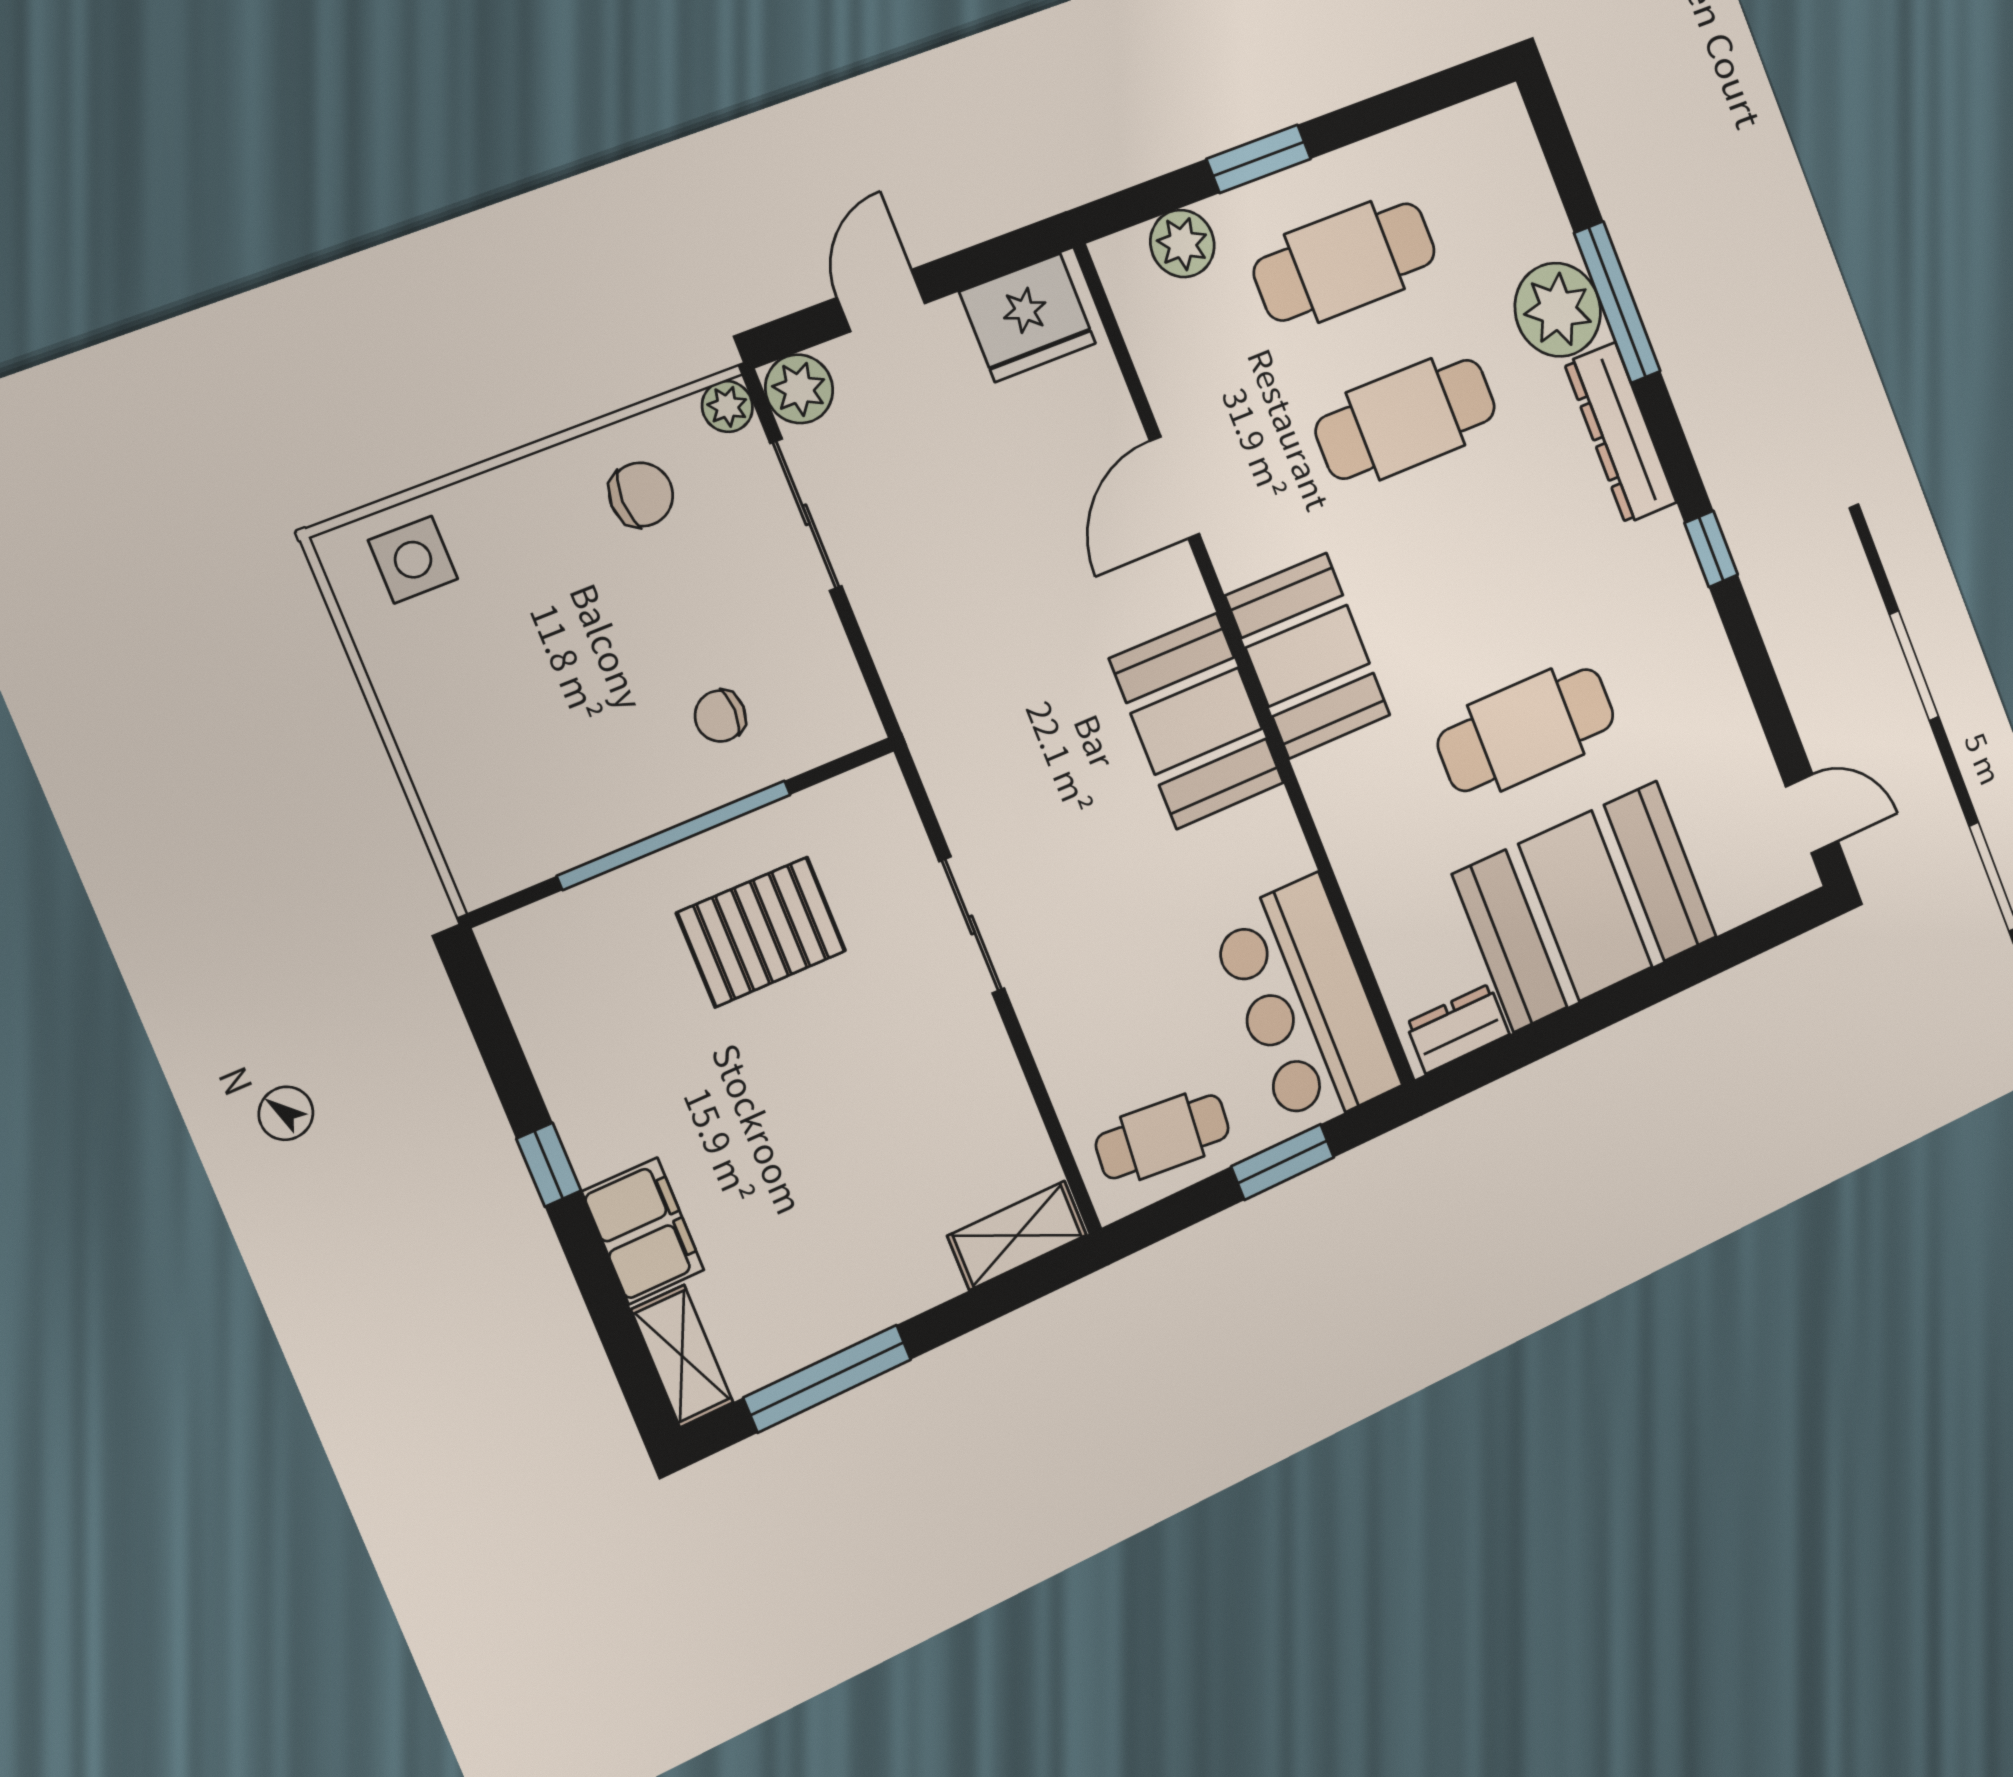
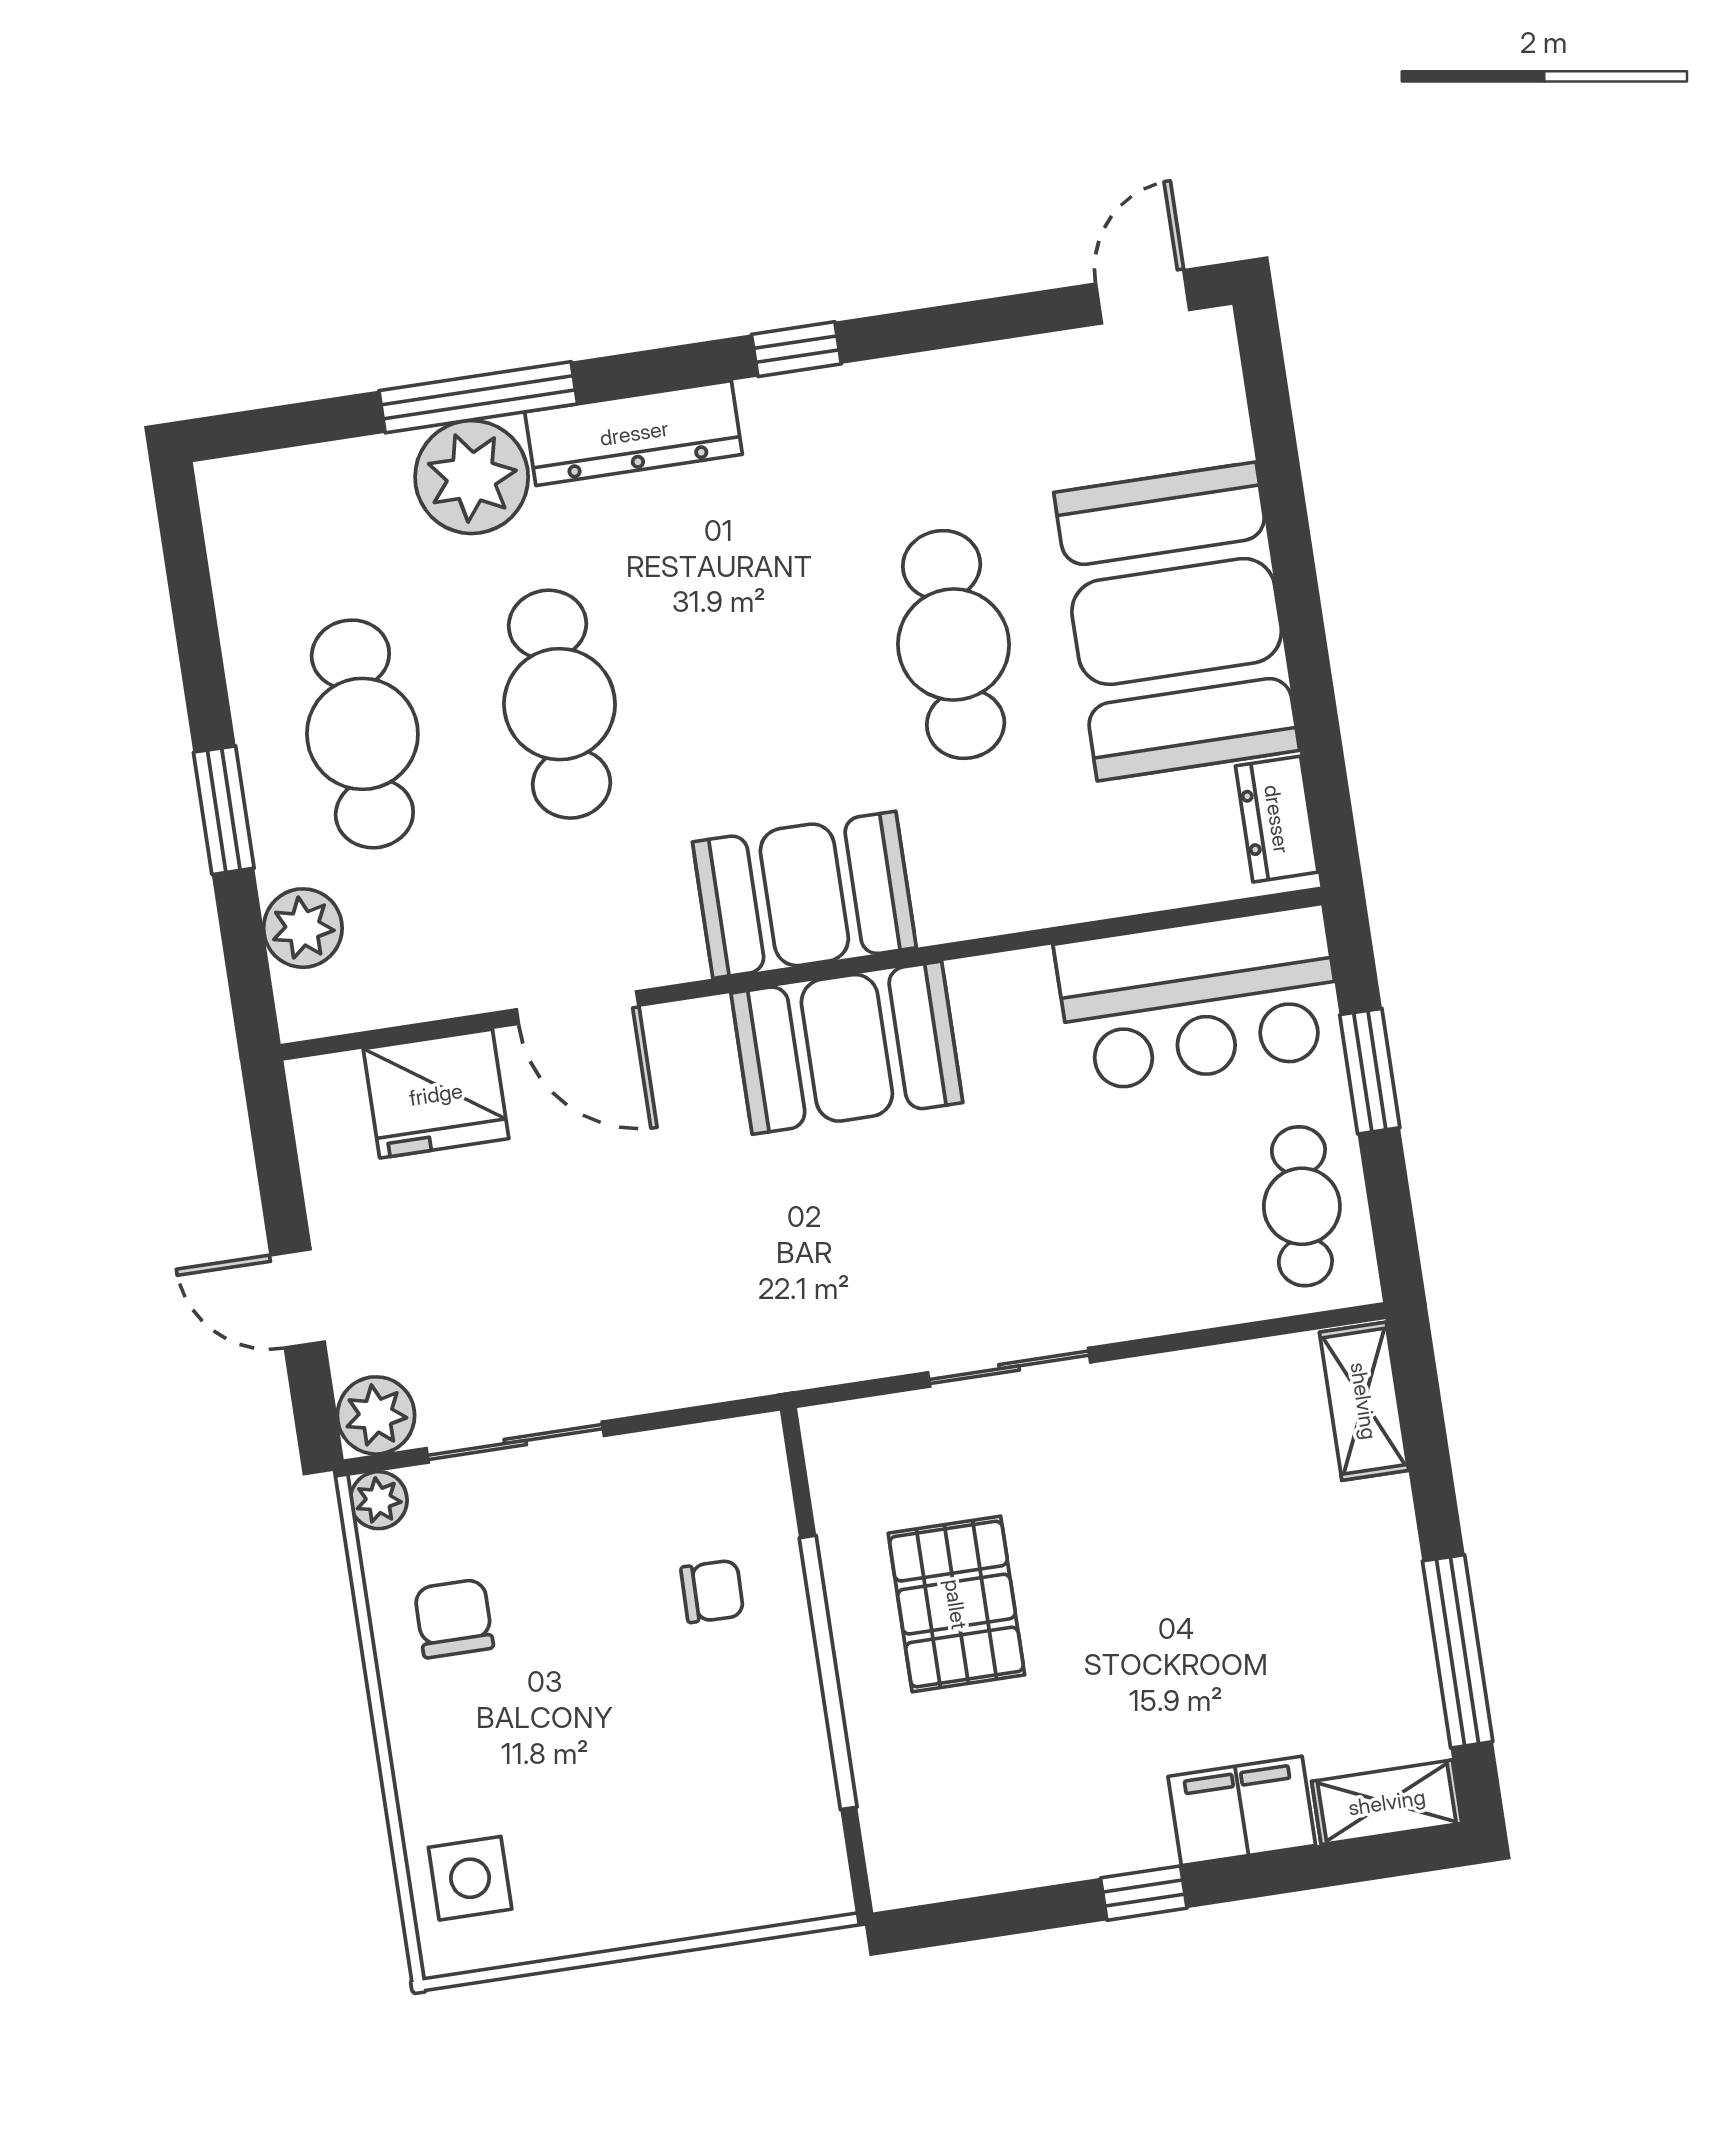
fridge: (1028, 318) -> (436, 1094), moved, turned 90
chair: (720, 716) -> (712, 1591), turned -89

